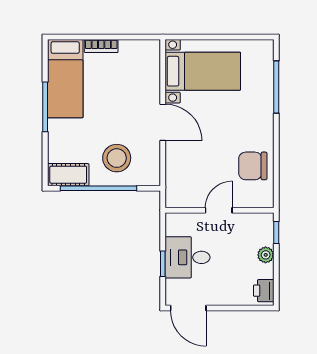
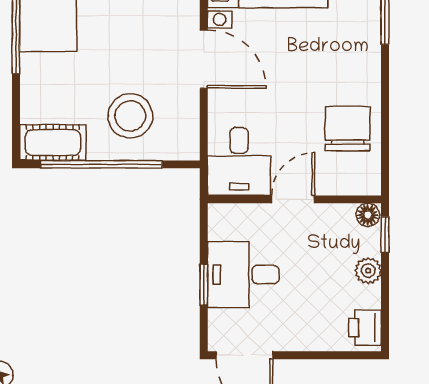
chair: (253, 166) -> (348, 129), turned 90
desk: (185, 187) -> (239, 161), added
floor lamp: (265, 220) -> (368, 215), added

